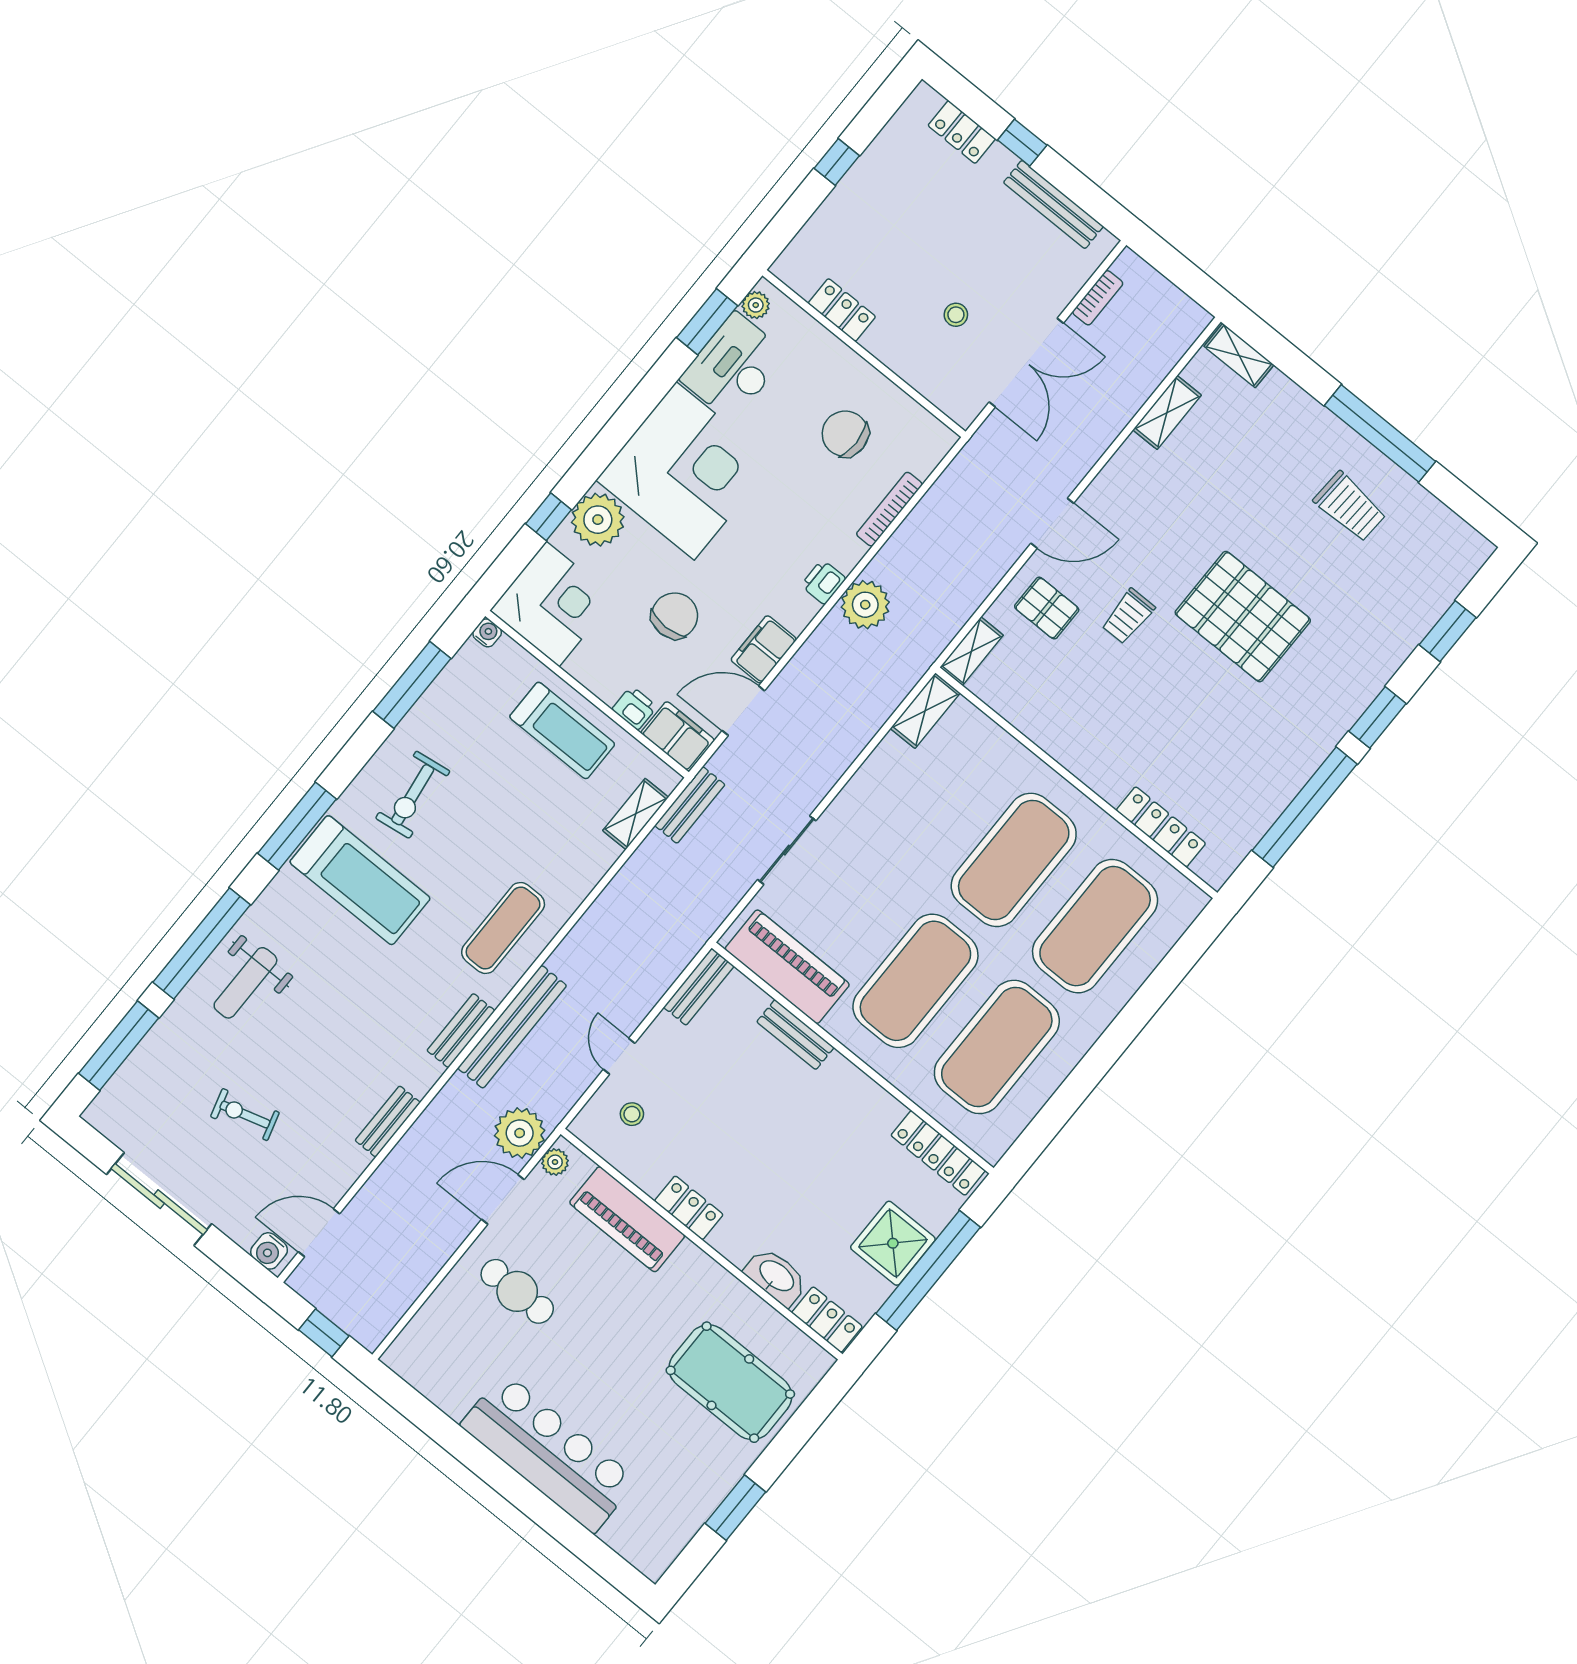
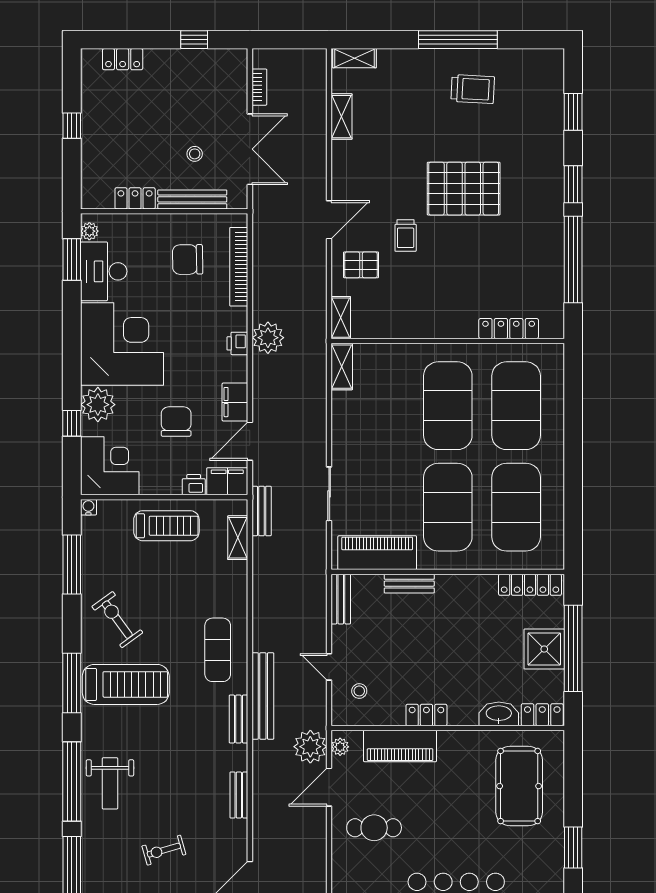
window: (1022, 143) -> (194, 40), moved
bench: (1053, 204) -> (192, 199), moved
bookcase: (889, 509) -> (239, 267), width x1.48, depth x1.31
exercise bike: (413, 795) -> (117, 620), turned 152
pool table: (730, 1382) -> (519, 786), turned 90

